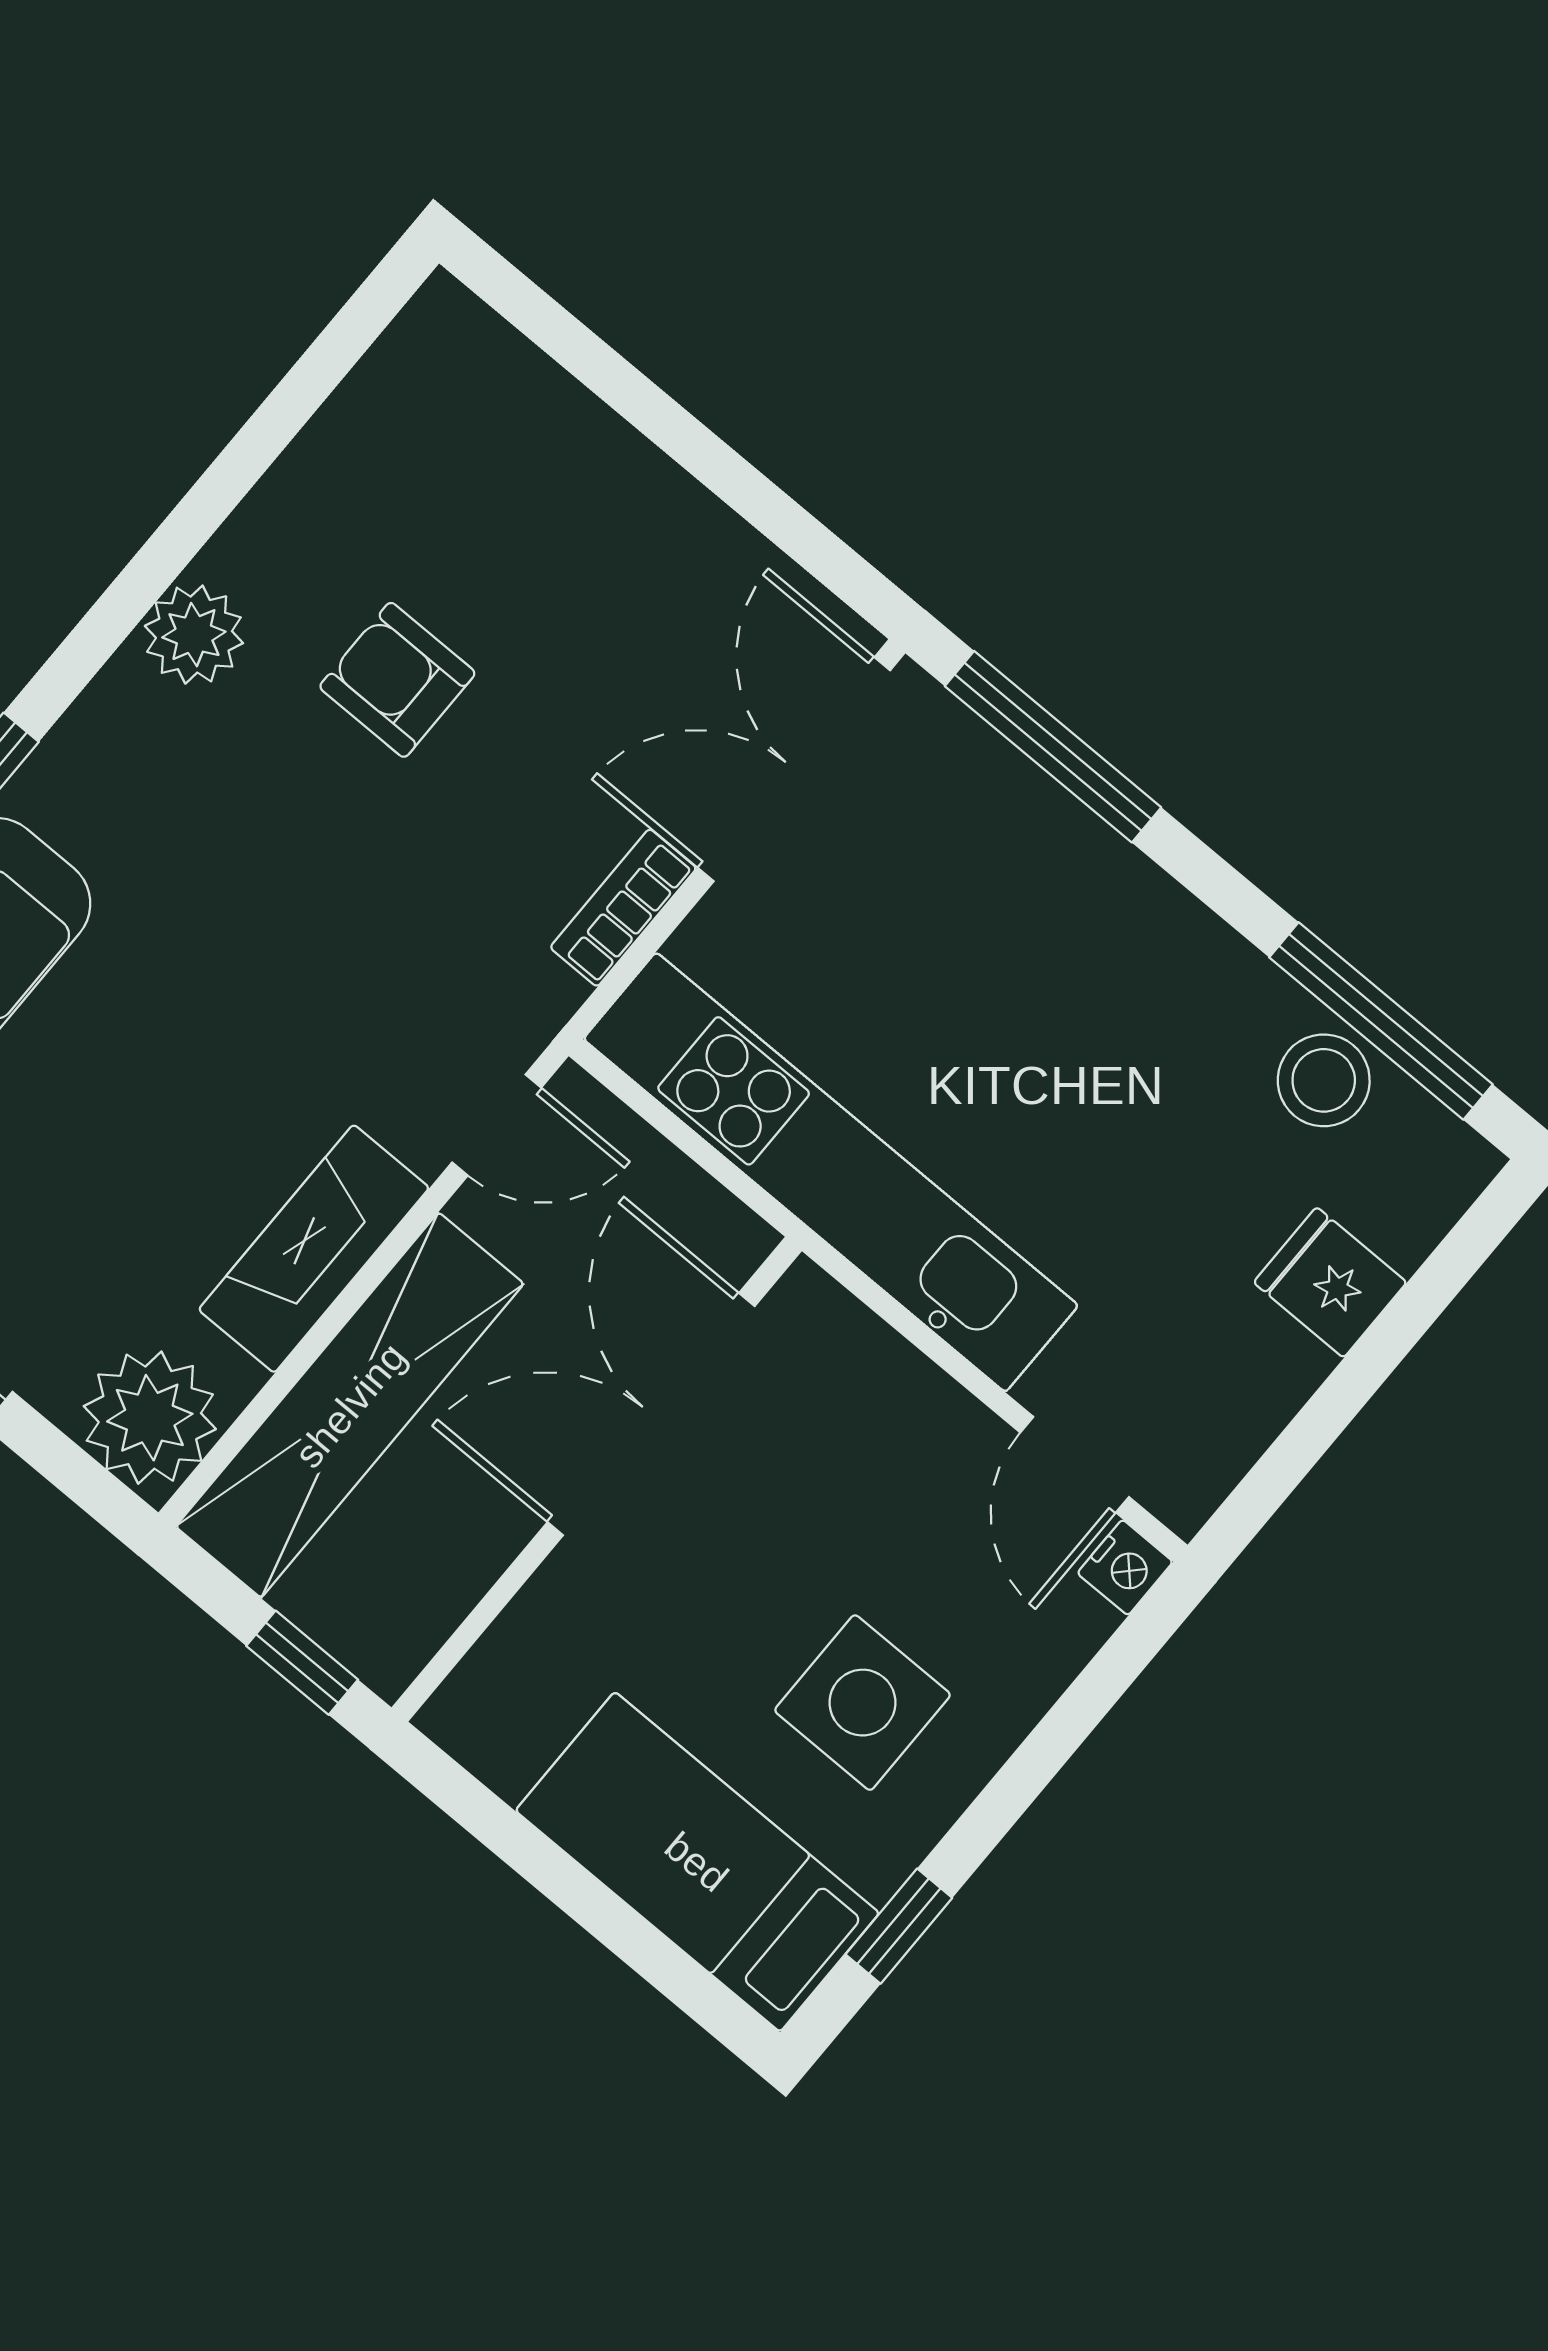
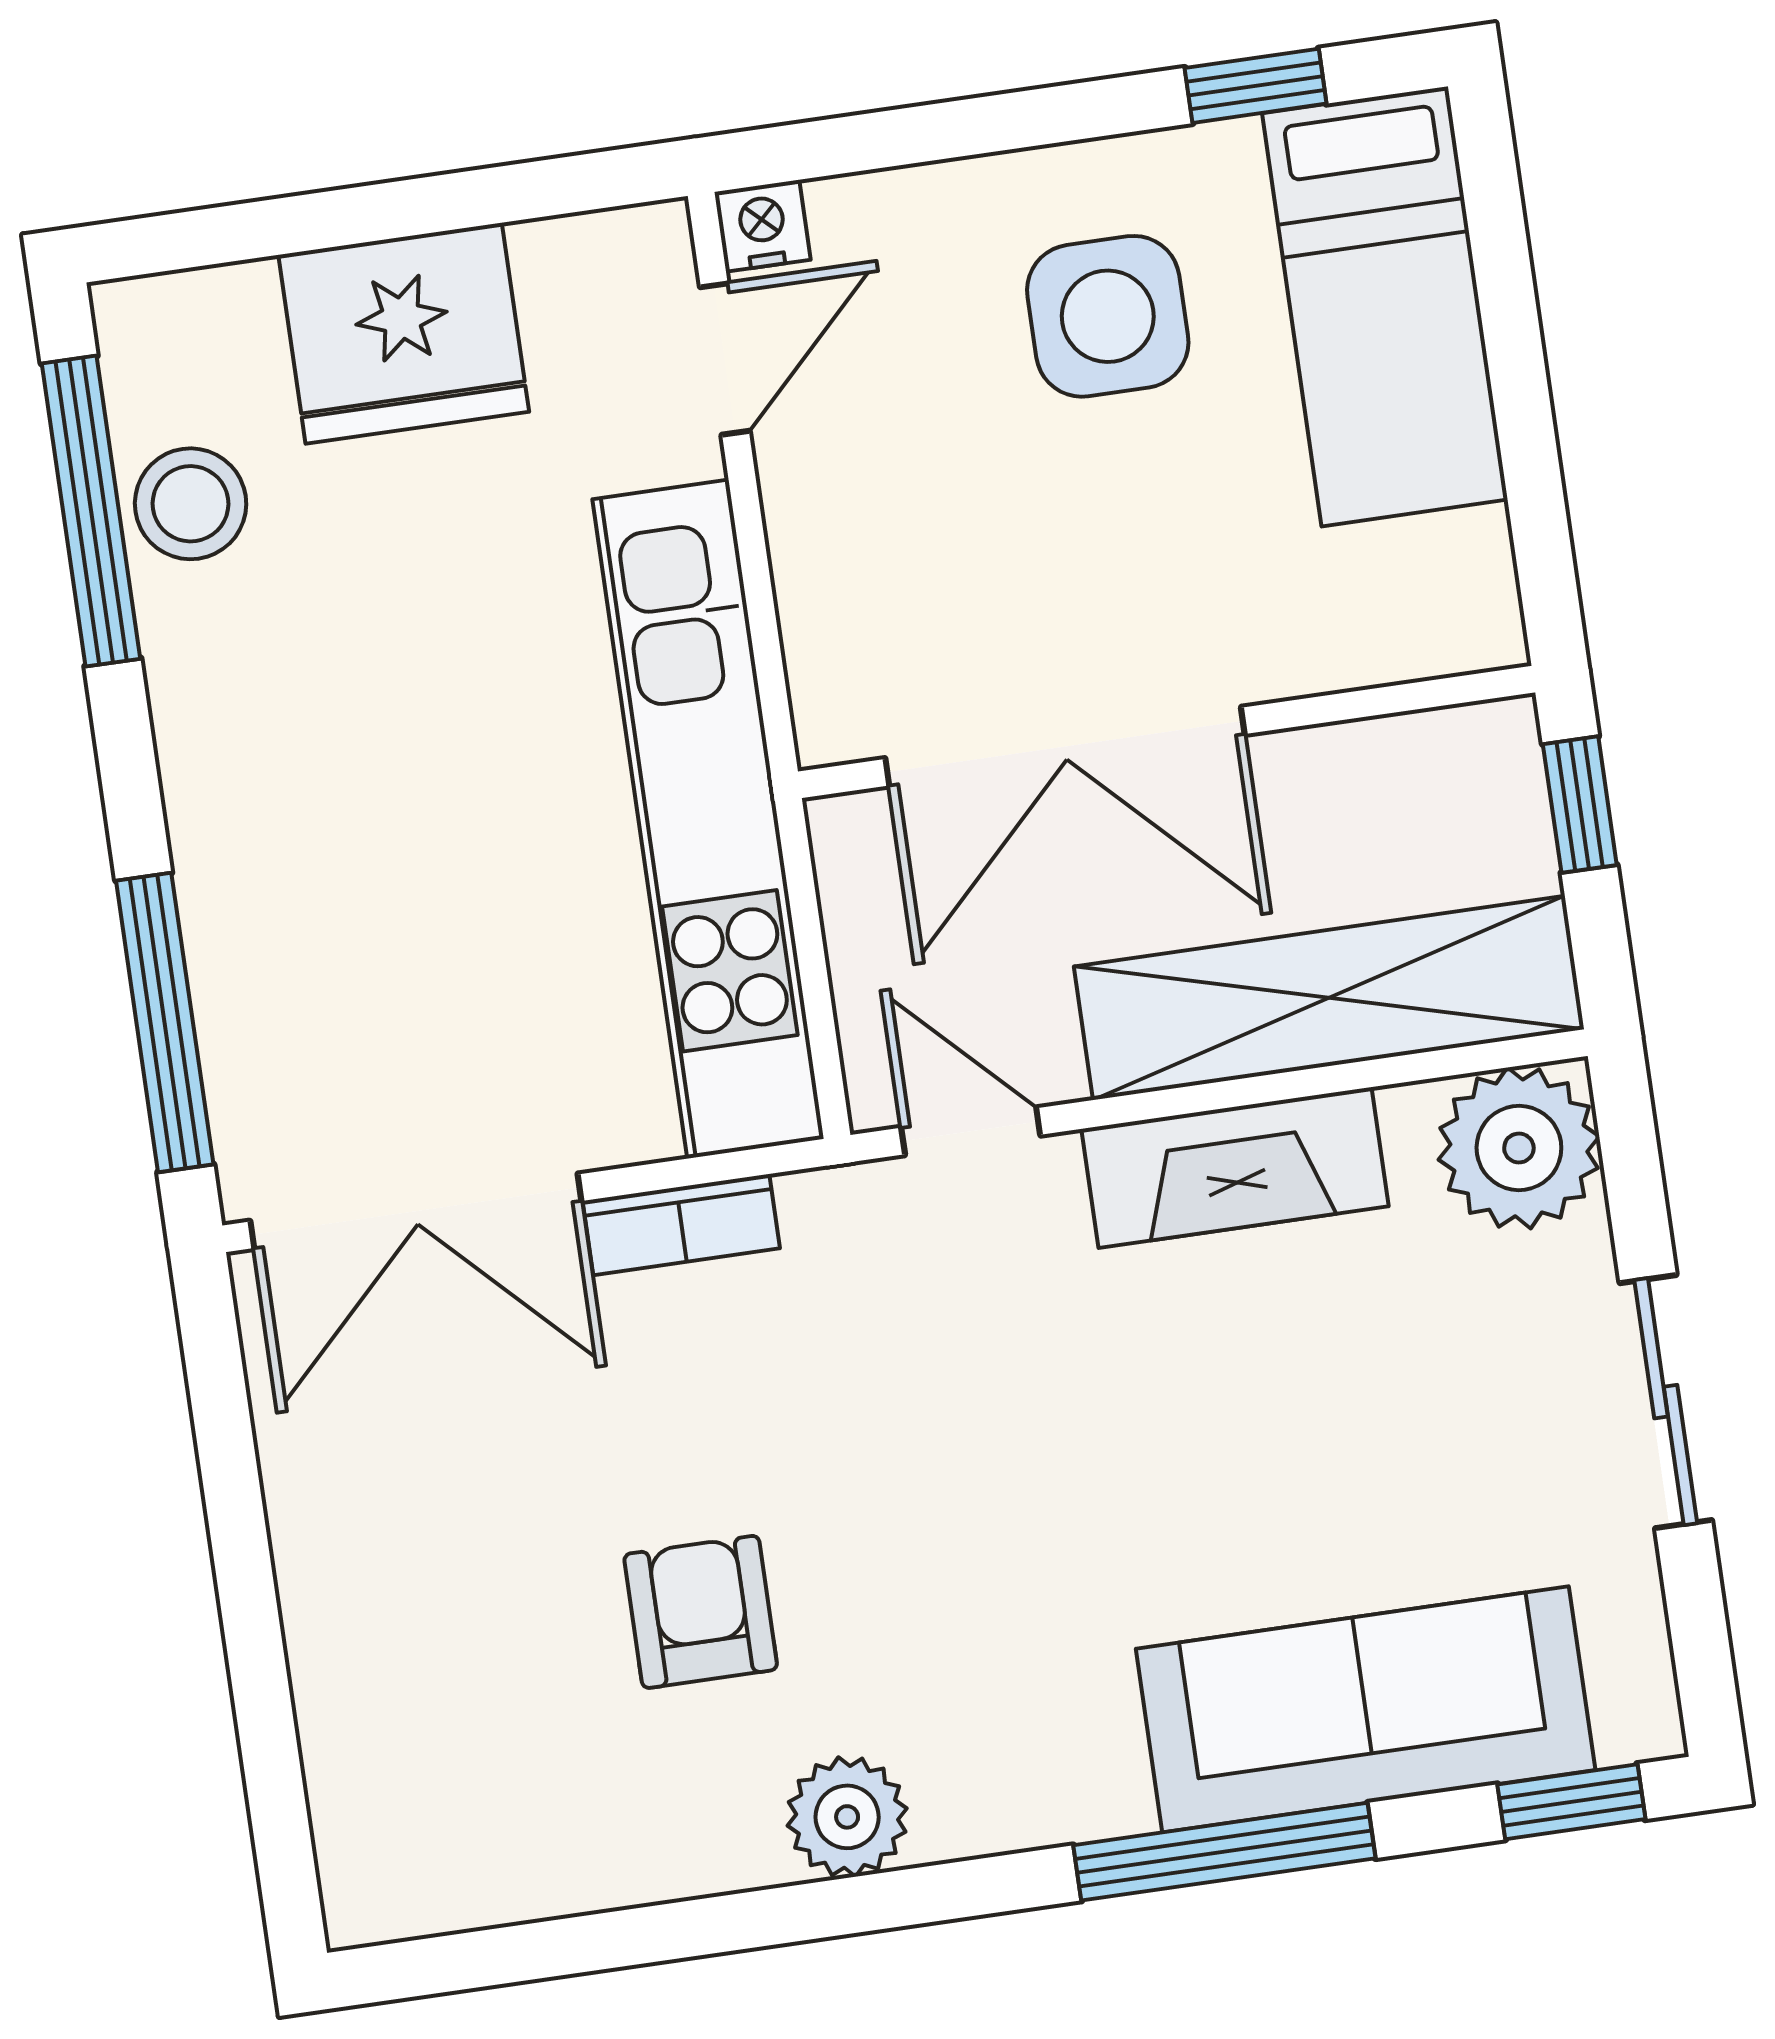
armchair: (397, 680) -> (701, 1612), turned 180
fridge: (1330, 1282) -> (404, 333), width x1.88, depth x1.34

